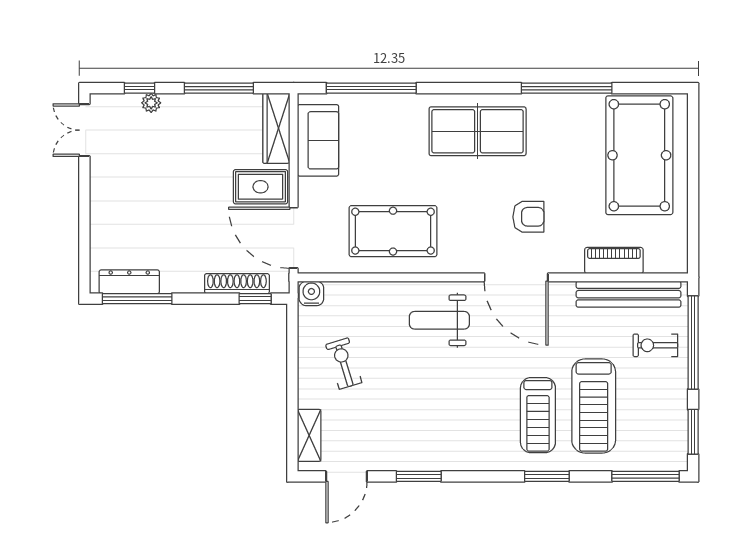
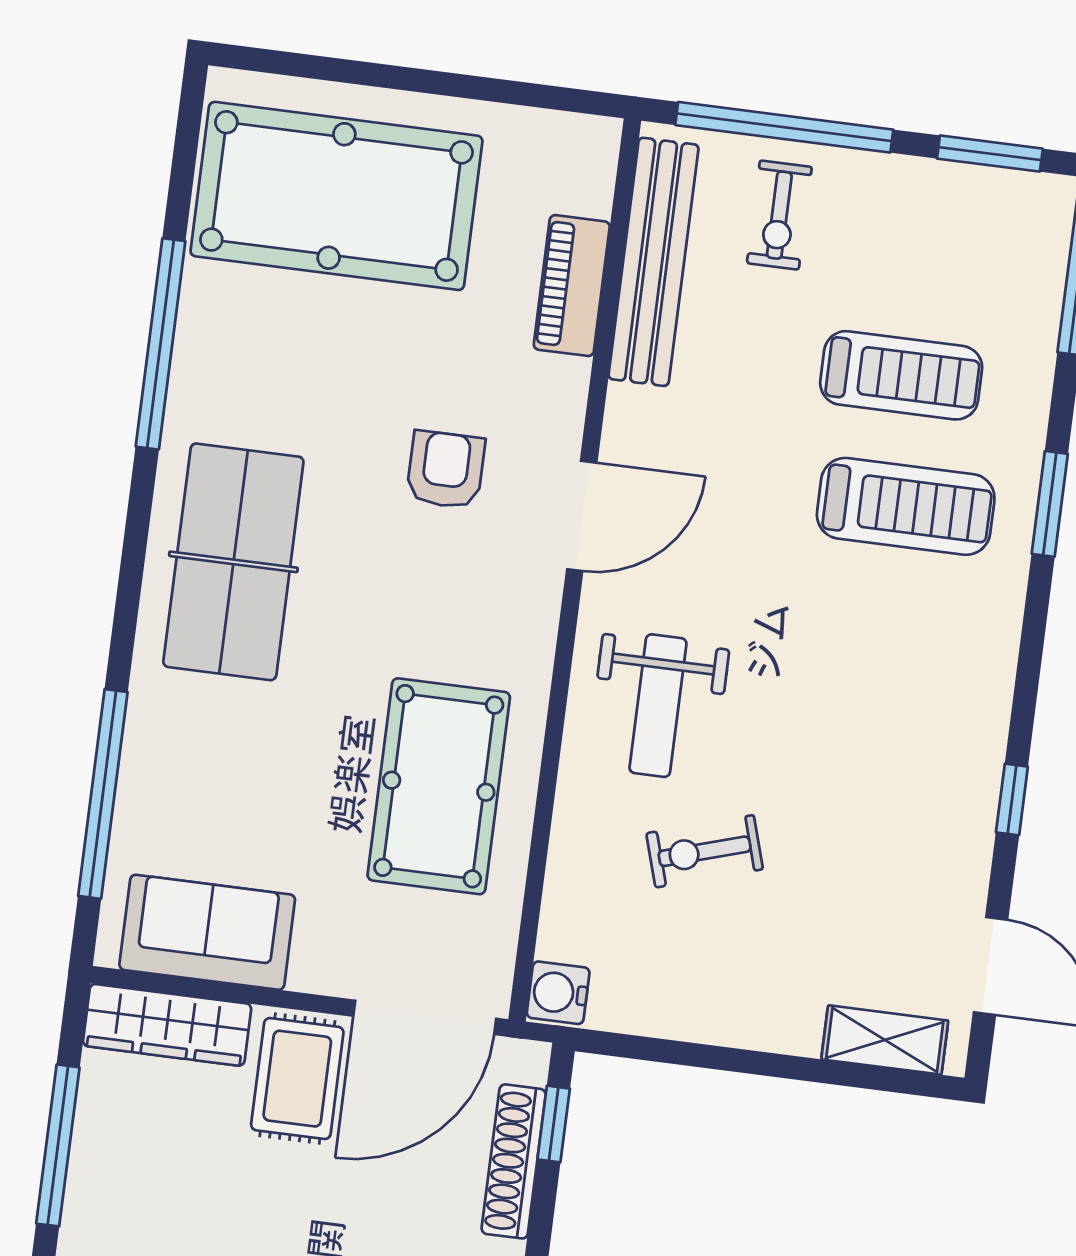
door: (516, 277) -> (582, 516), width x0.73
exercise bike: (344, 364) -> (705, 851), moved
treadmill: (594, 406) -> (901, 375), width x0.73, depth x0.73
window: (419, 476) -> (1012, 799), width x0.67

